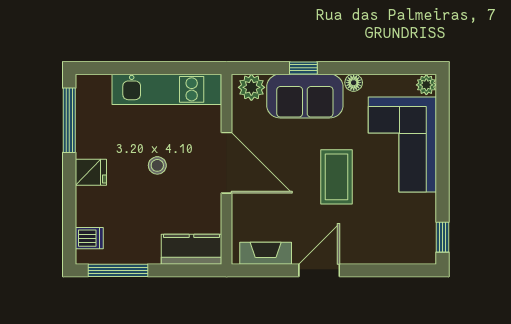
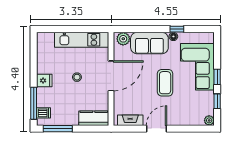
window: (303, 68) -> (177, 29), moved
plant: (426, 85) -> (209, 120), moved
window: (69, 120) -> (34, 103), moved
door: (227, 163) -> (111, 76), hinge flipped
window: (443, 165) -> (217, 77), added
window: (443, 237) -> (217, 101), moved

